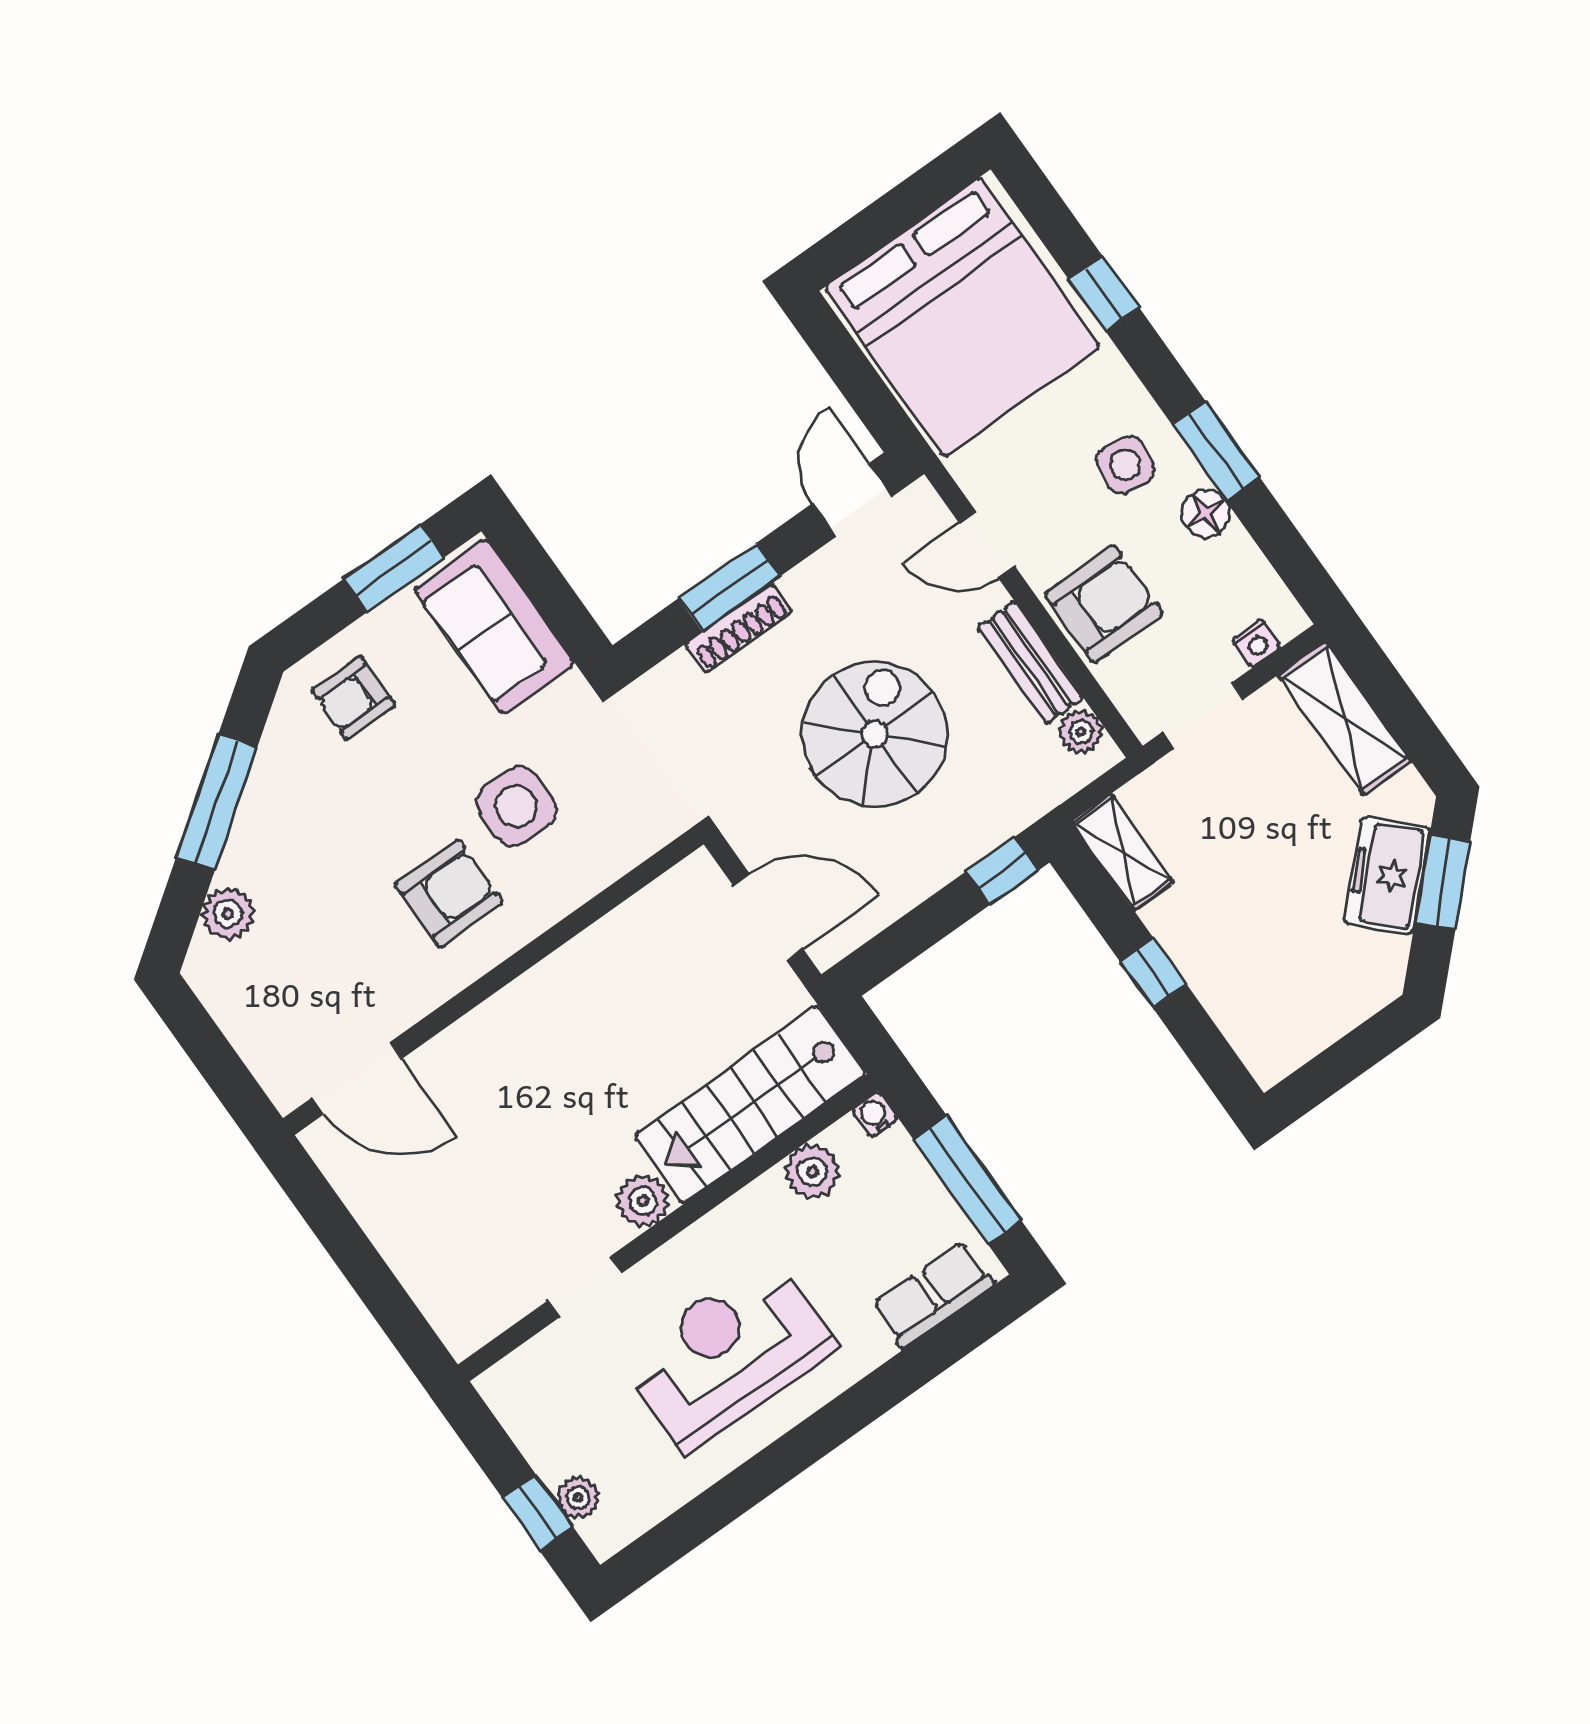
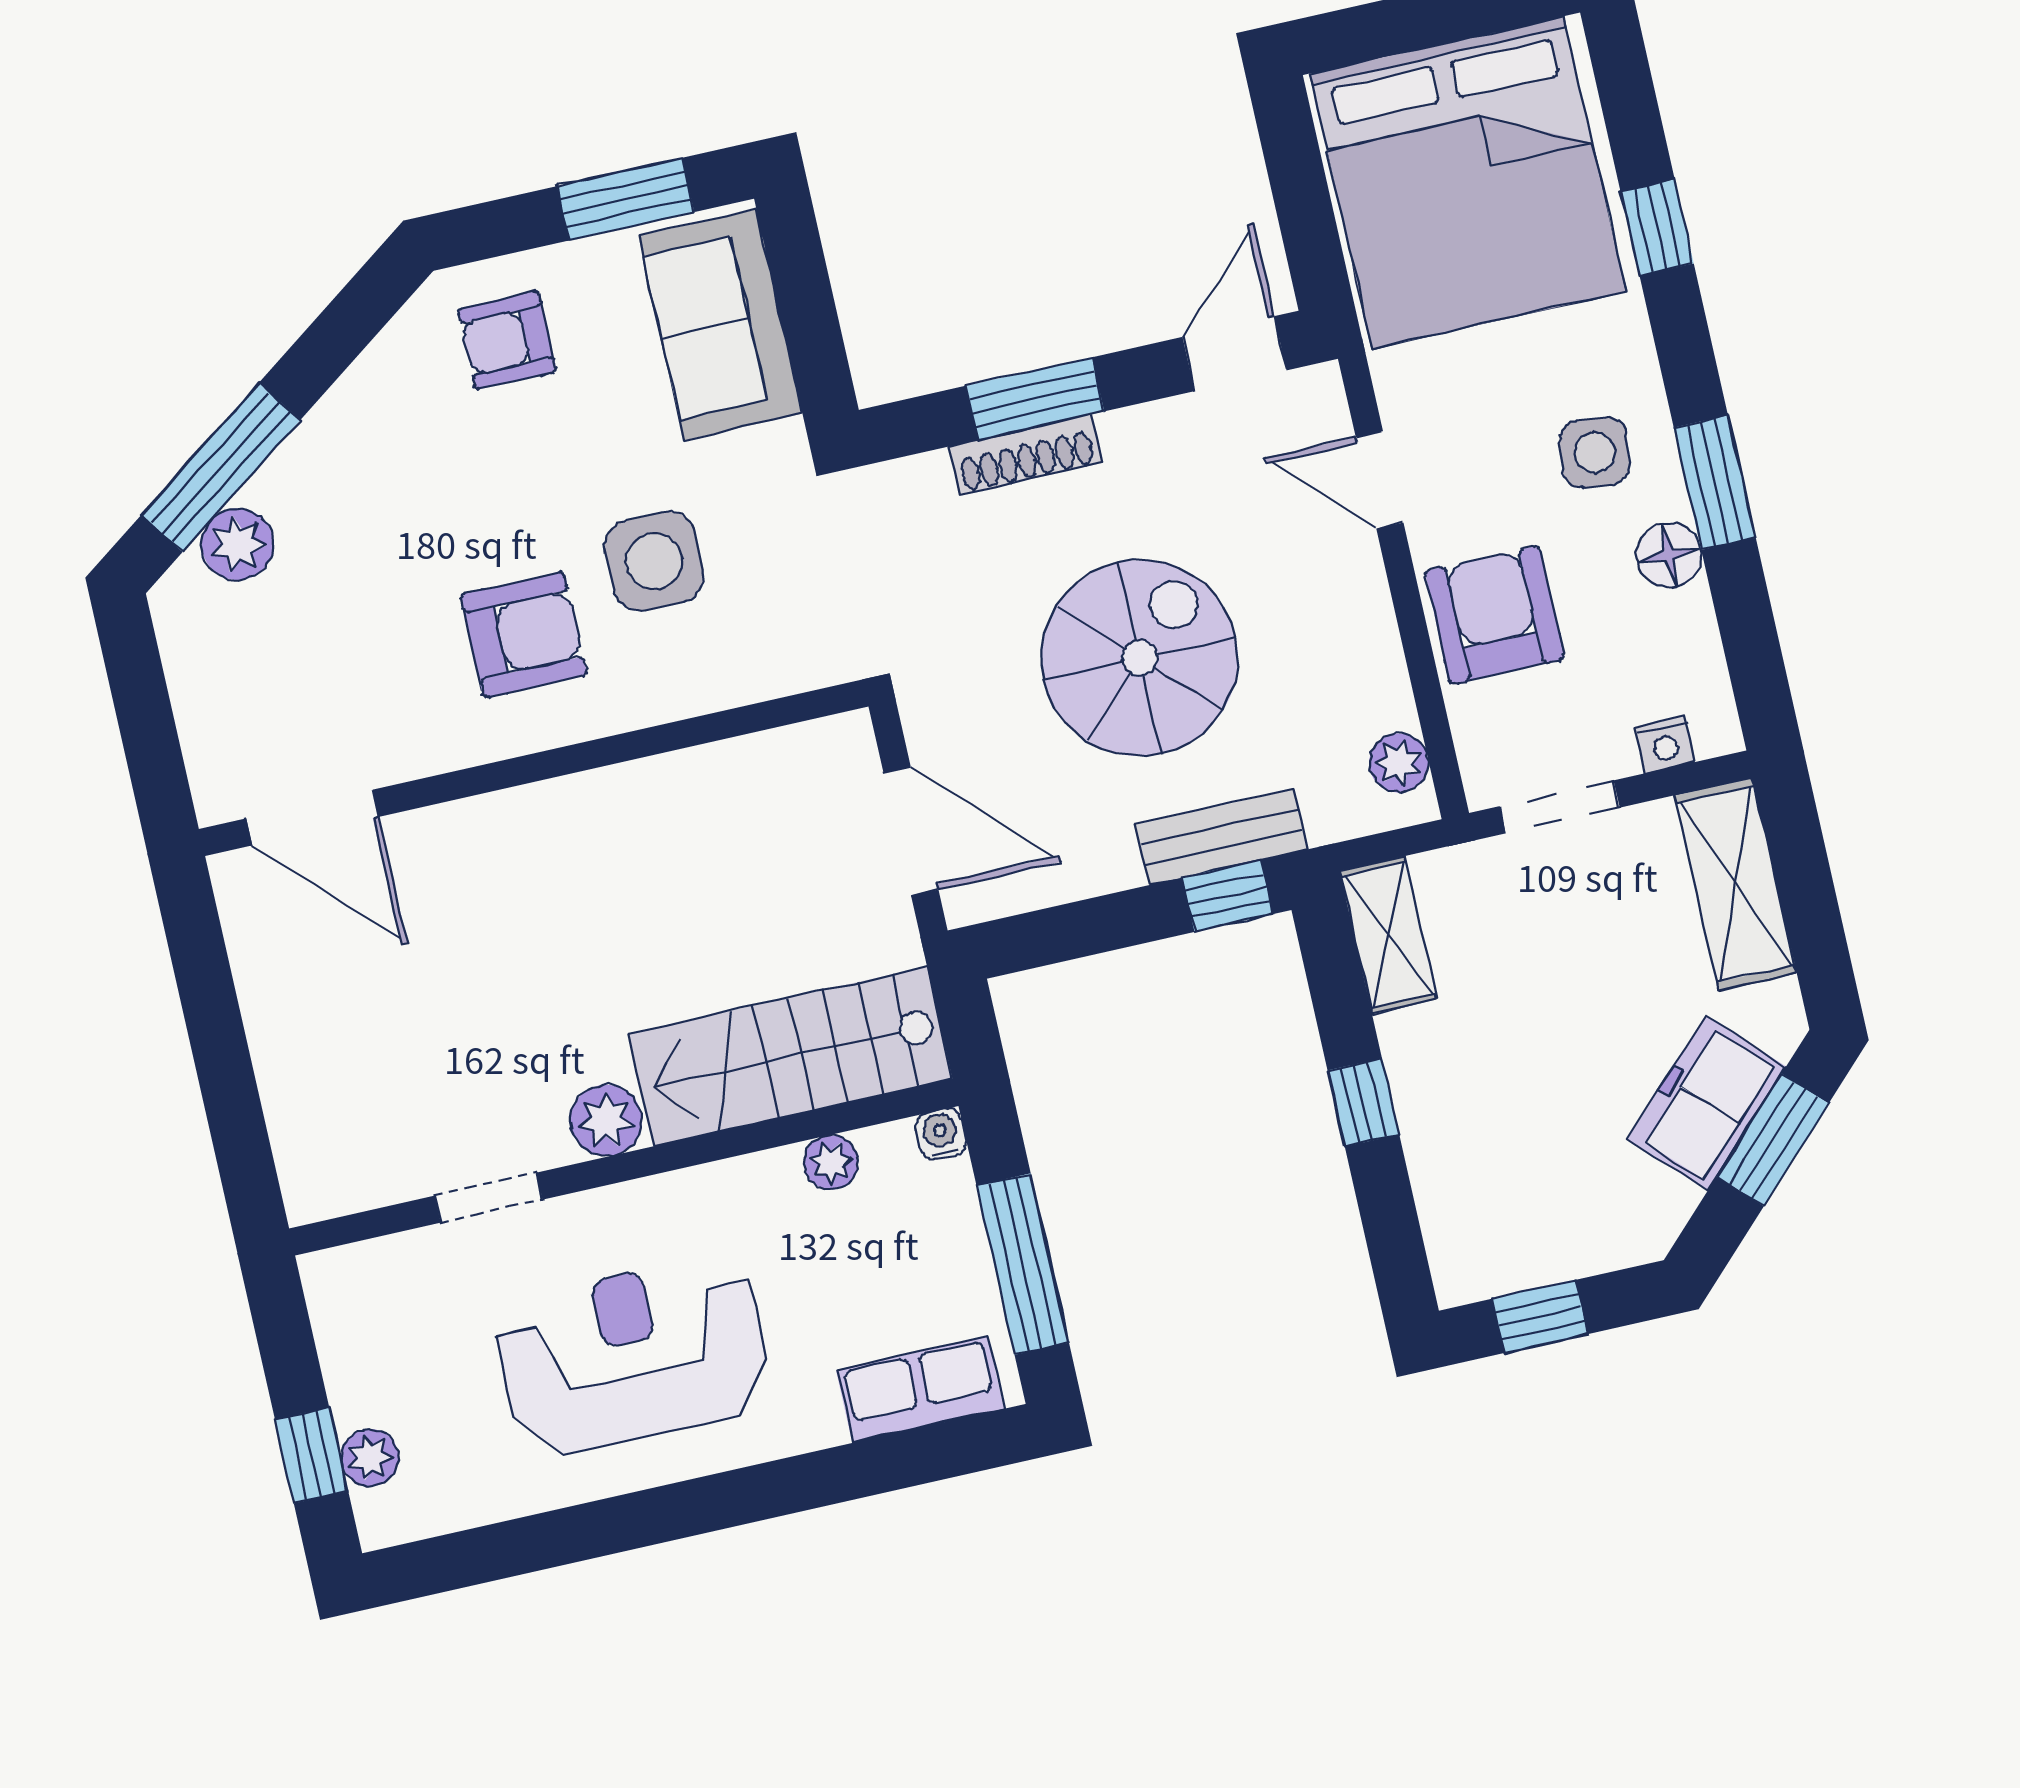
armchair: (1104, 604) -> (1495, 615), turned -90
bench: (1030, 663) -> (1221, 837), moved, turned 90
window: (217, 802) -> (221, 467), moved
window: (1334, 1068) -> (1540, 1316), added
plant: (812, 1171) -> (831, 1162), width x0.73, depth x0.73

